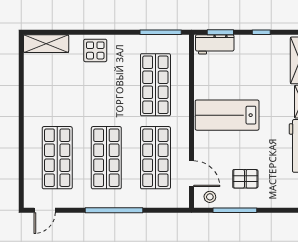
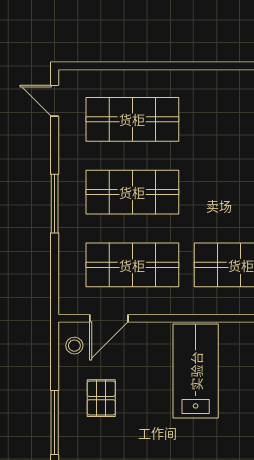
window: (114, 210) -> (55, 204), width x0.68
window: (235, 210) -> (55, 423), moved

